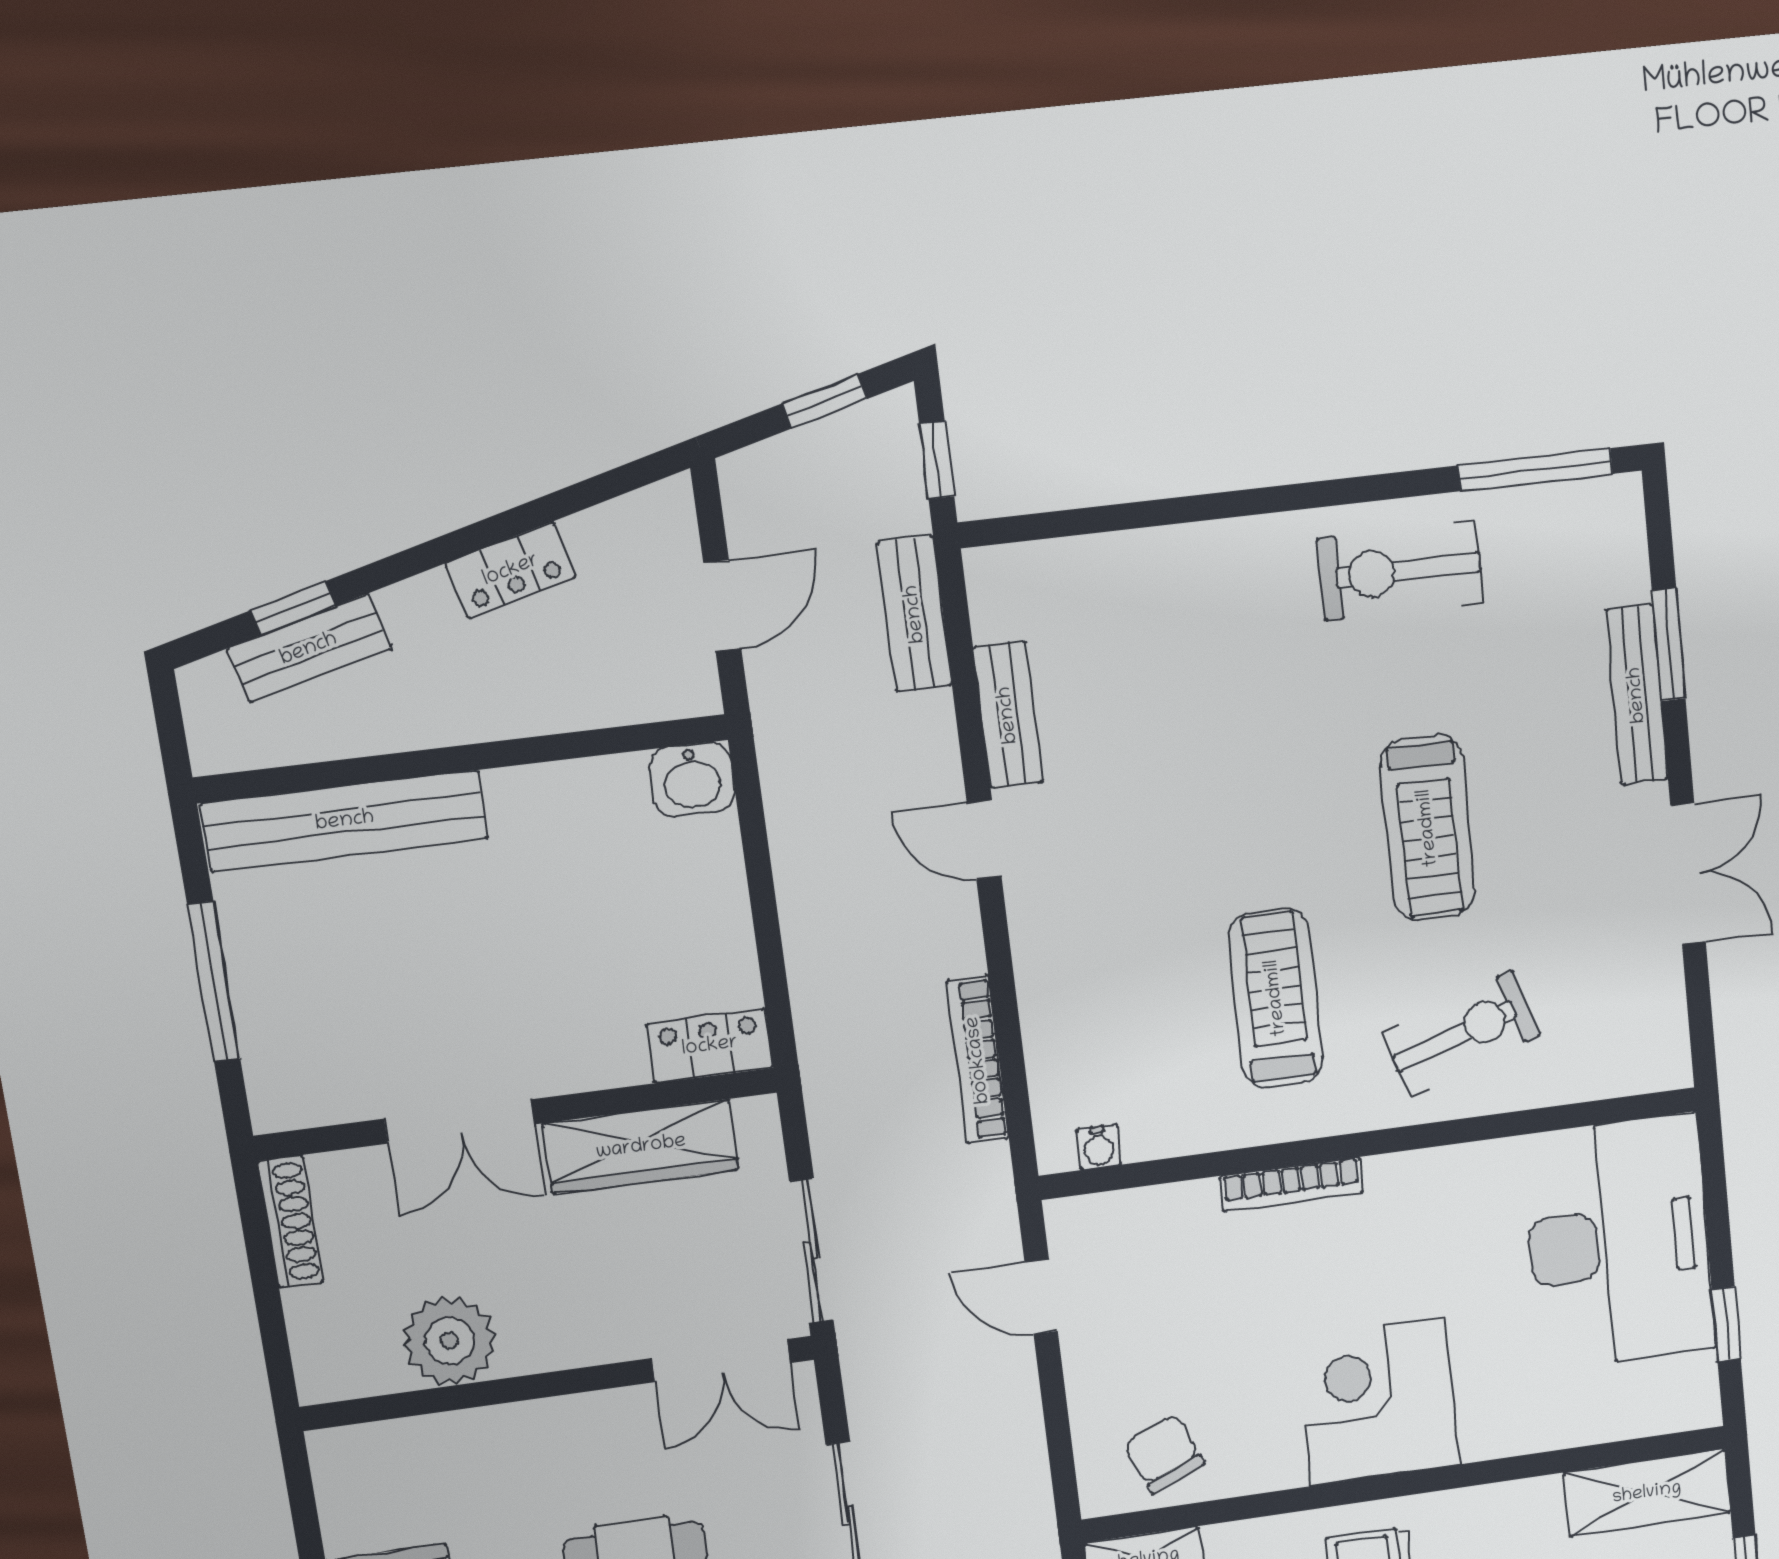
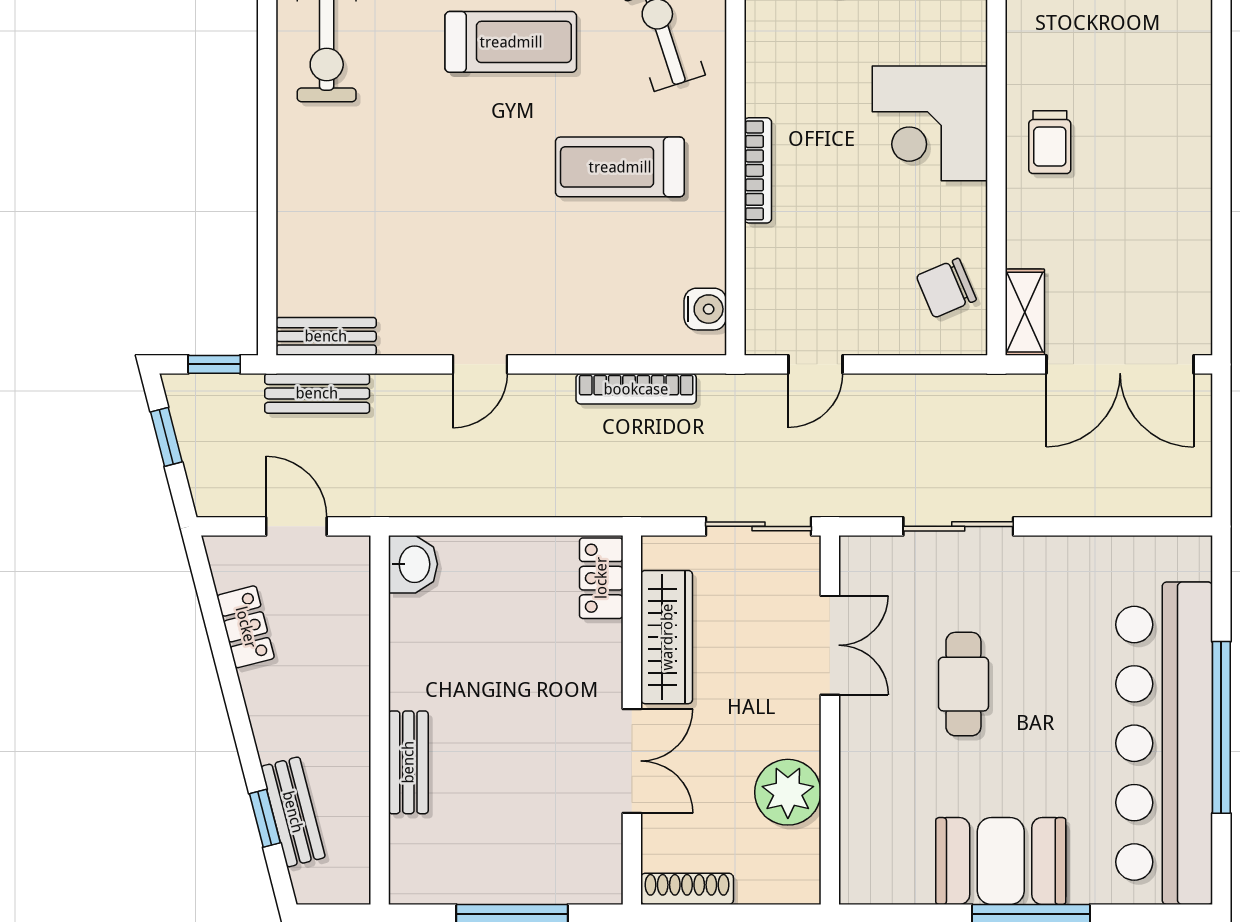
locker: (511, 570) -> (246, 627), moved
bench: (1008, 715) -> (326, 336), moved
bench: (345, 821) -> (408, 762), width x0.54, depth x0.82
water cooler: (1099, 1147) -> (705, 309), width x1.38, depth x1.38
double door: (721, 1361) -> (830, 645), moved

